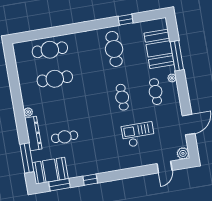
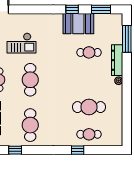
window: (59, 31) -> (78, 150), added
cafe table: (50, 50) -> (89, 134), width x0.73, depth x0.74
cafe table: (122, 97) -> (30, 80), width x1.37, depth x1.35
booth: (50, 171) -> (78, 24), moved

